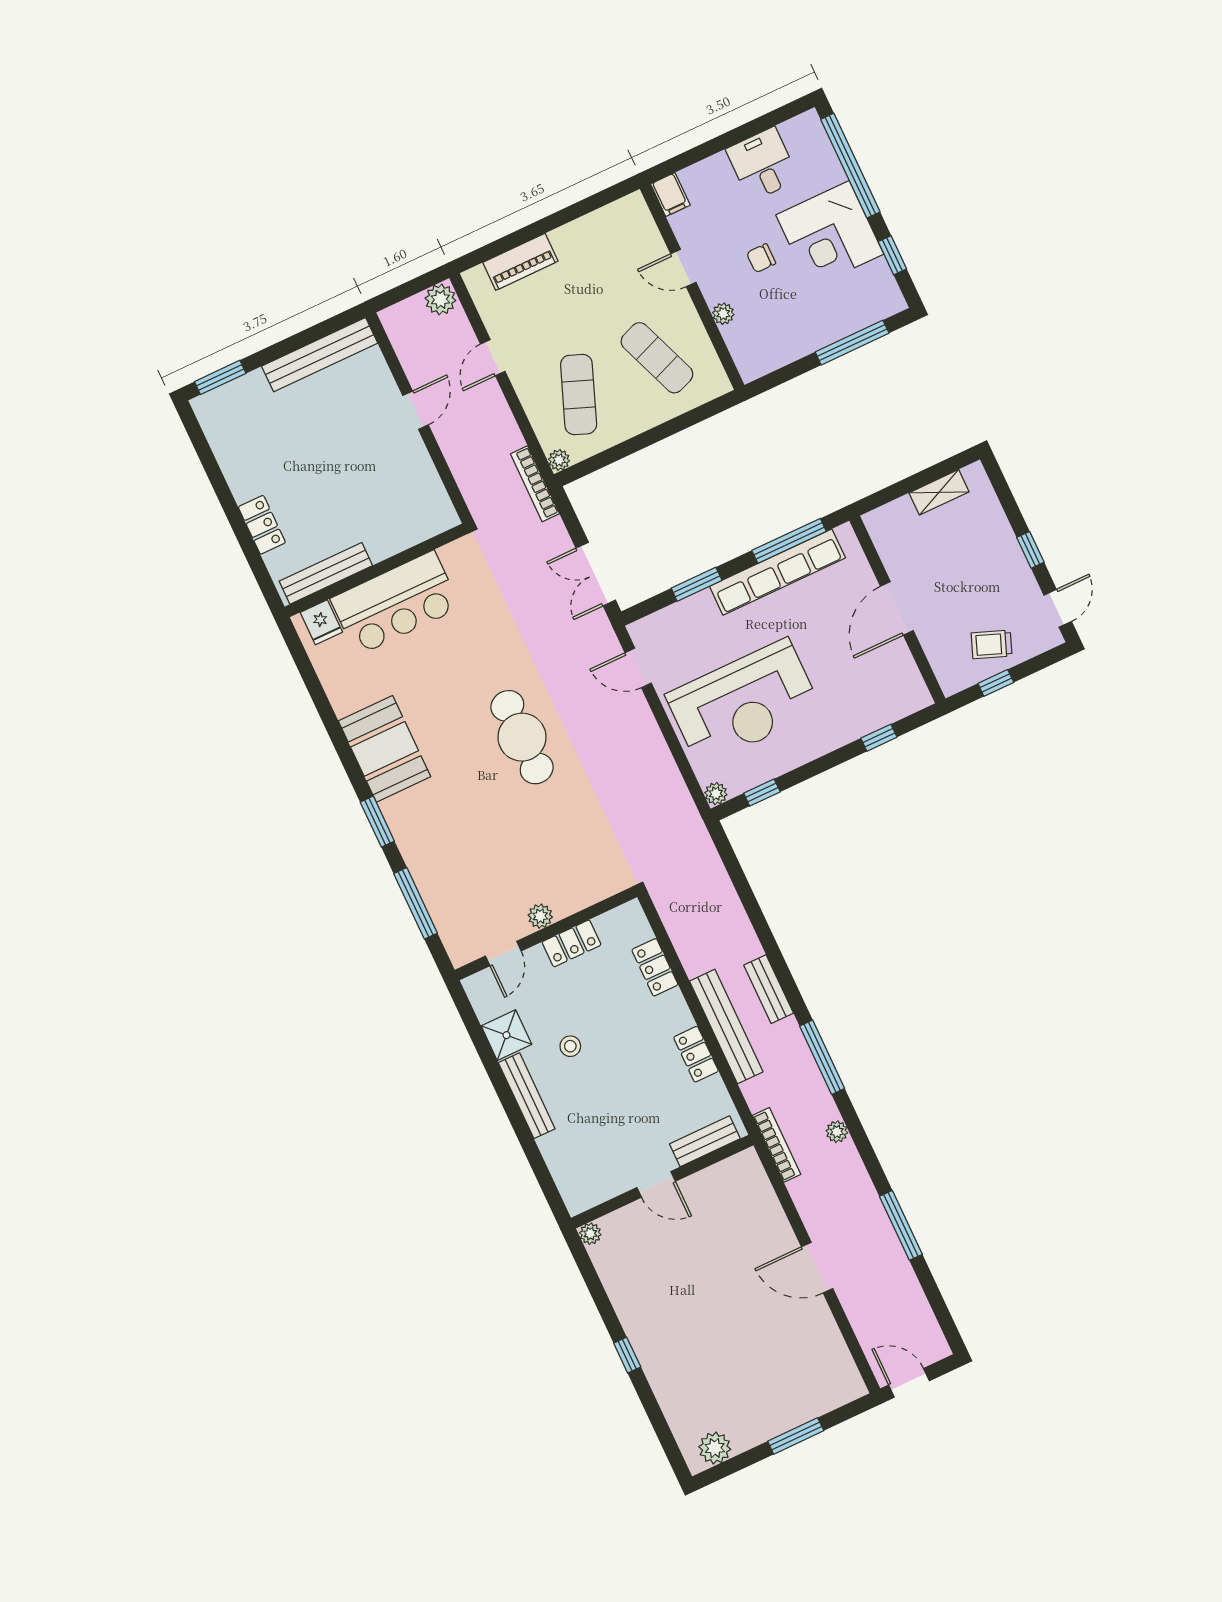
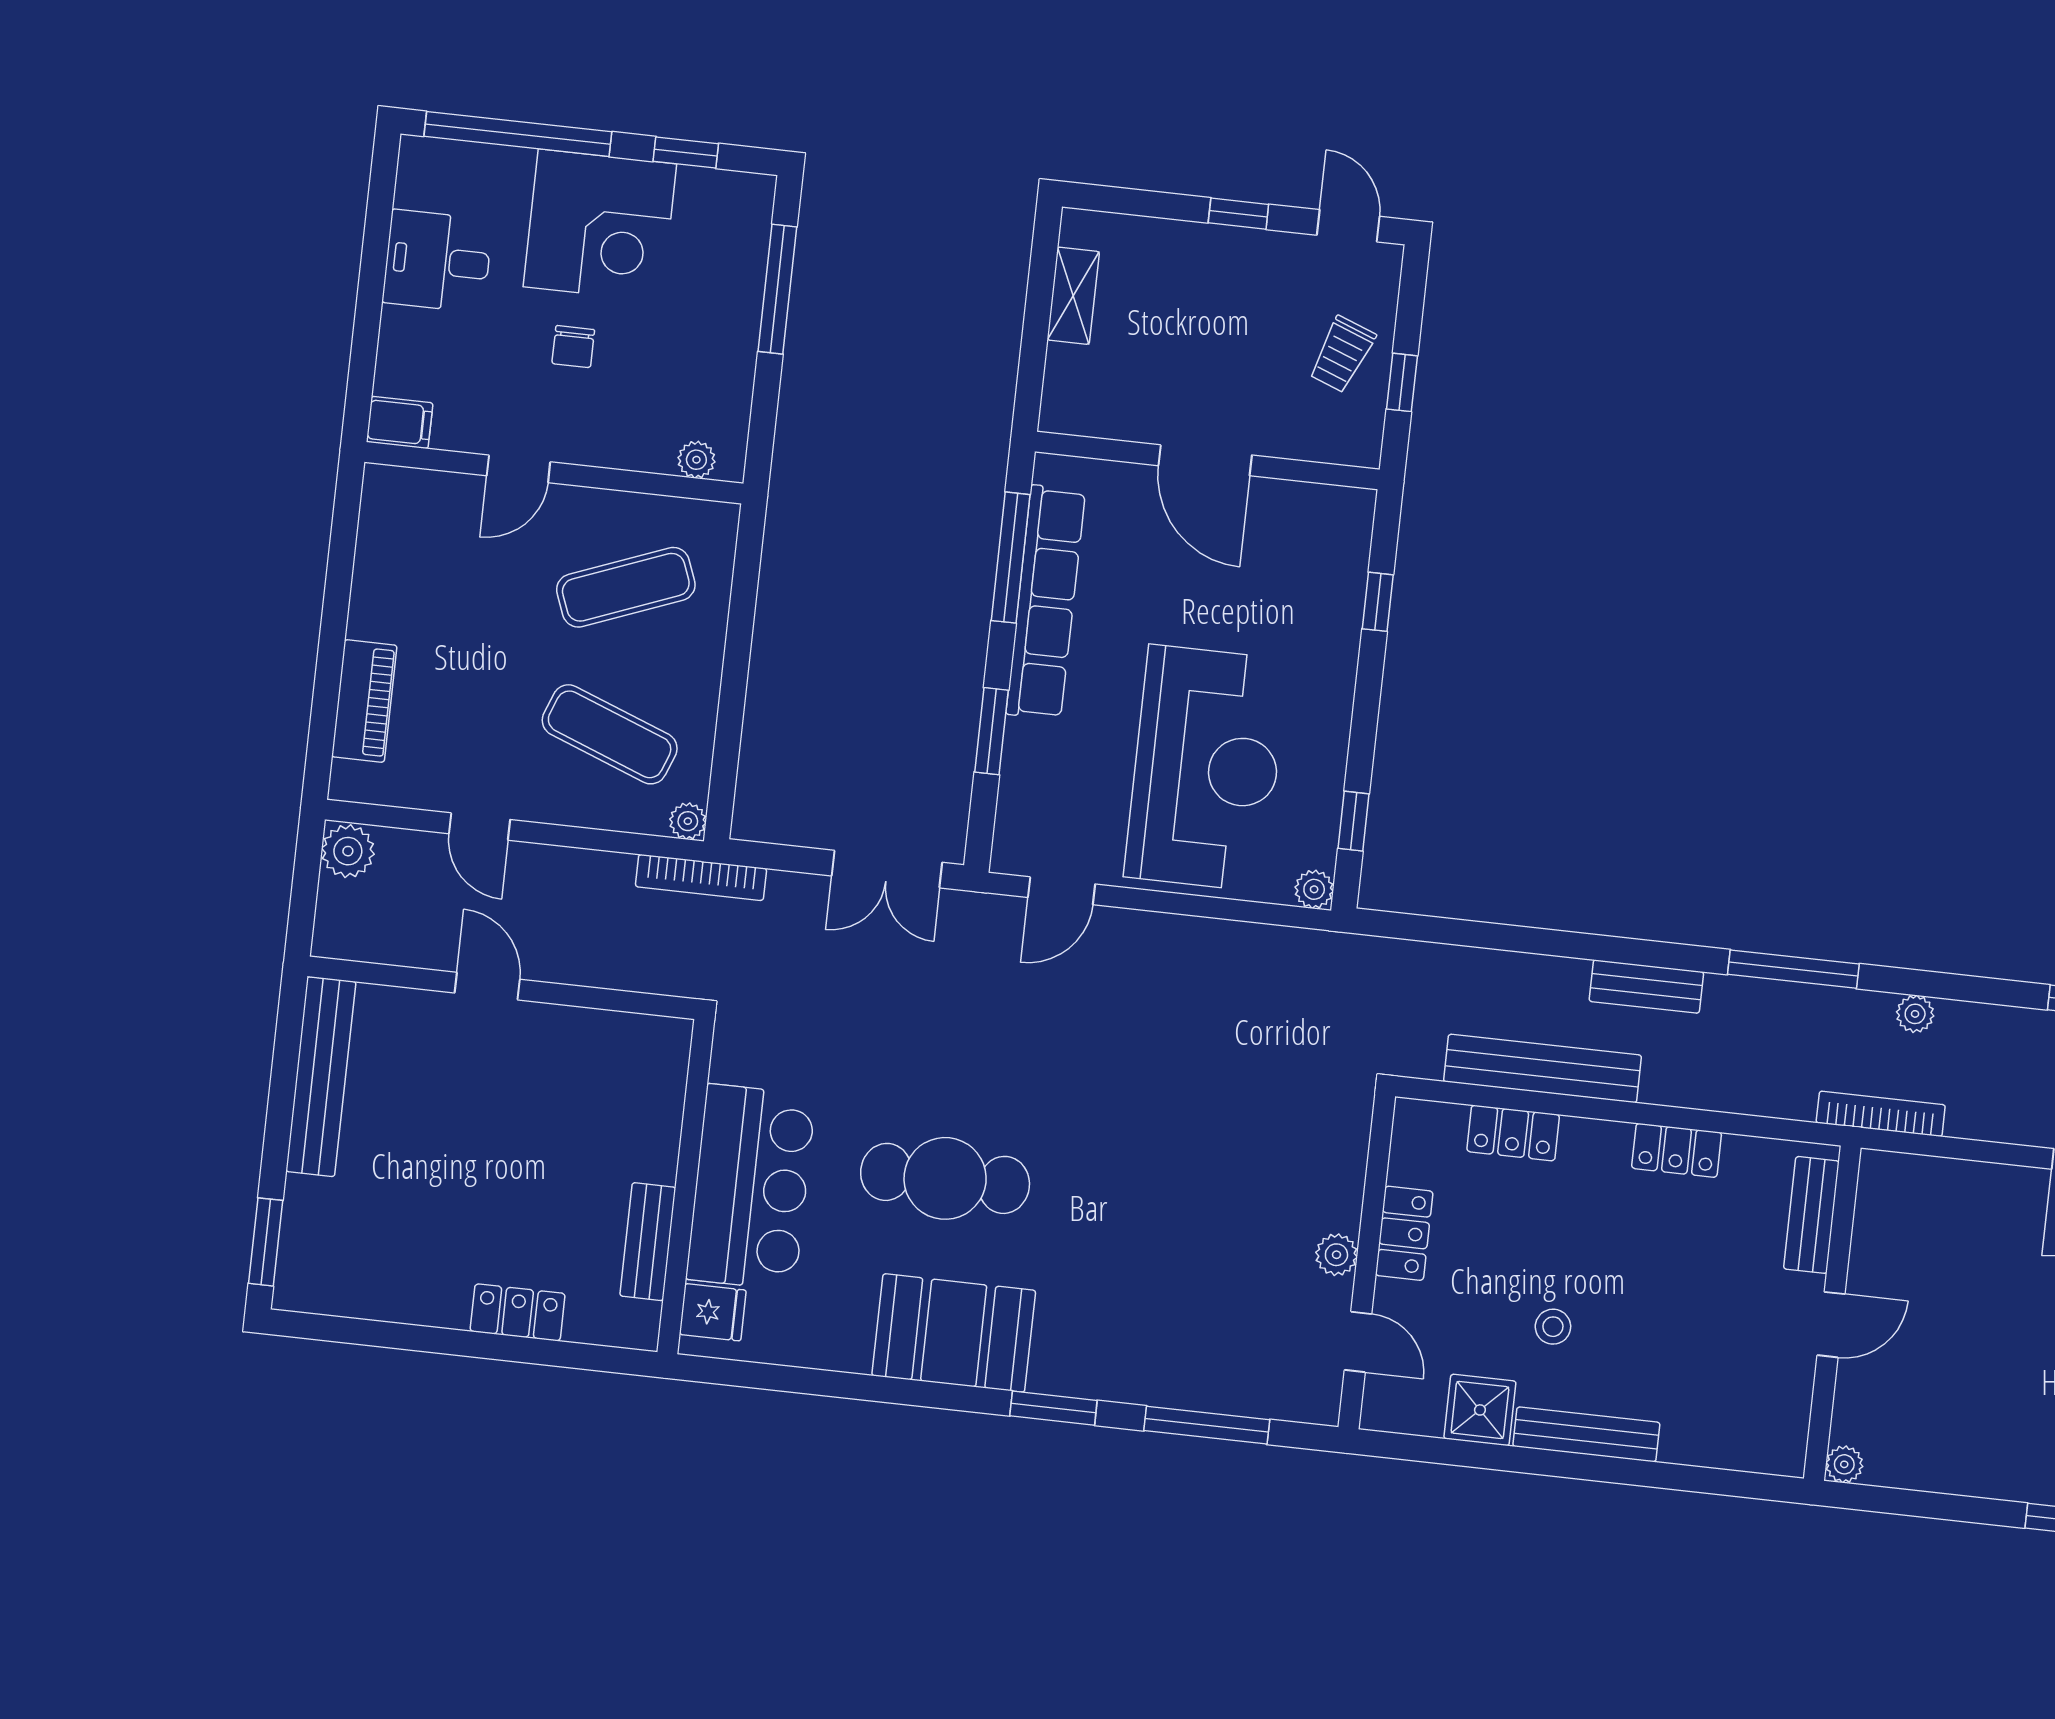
plant: (723, 314) -> (696, 460), moved
bench: (326, 573) -> (648, 1242), width x0.73
cafe table: (522, 737) -> (945, 1178), moved
bench: (726, 1026) -> (1542, 1068), moved

